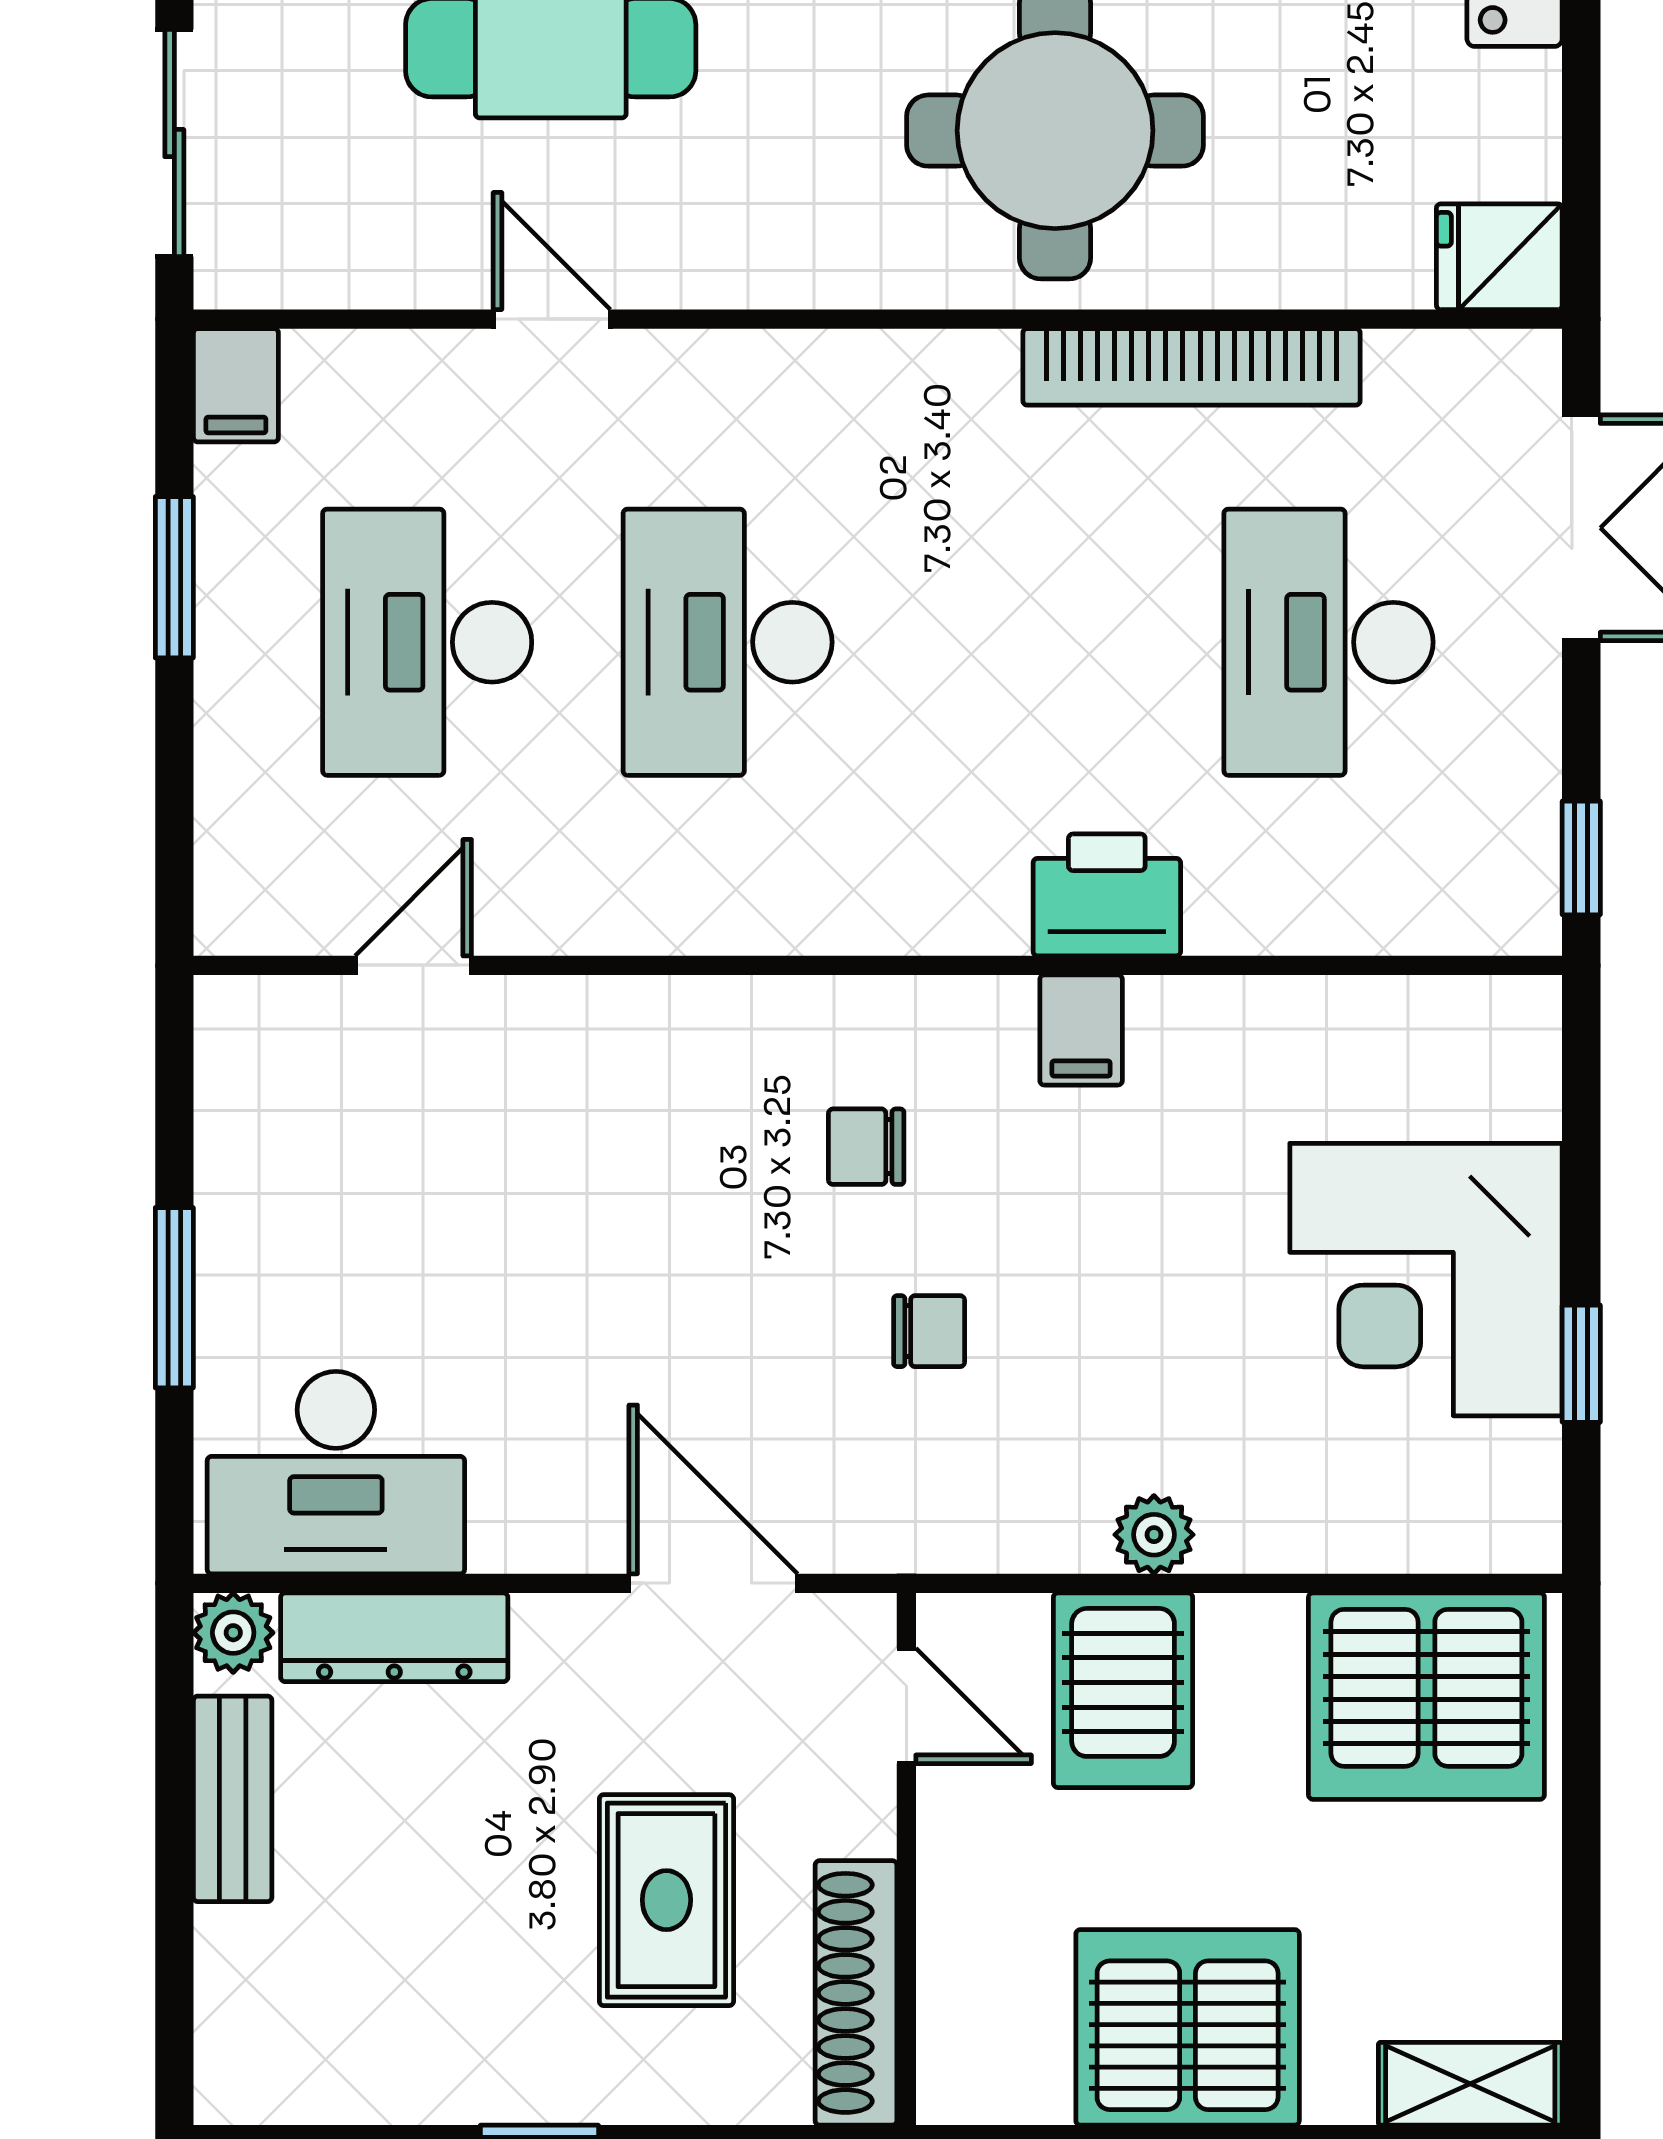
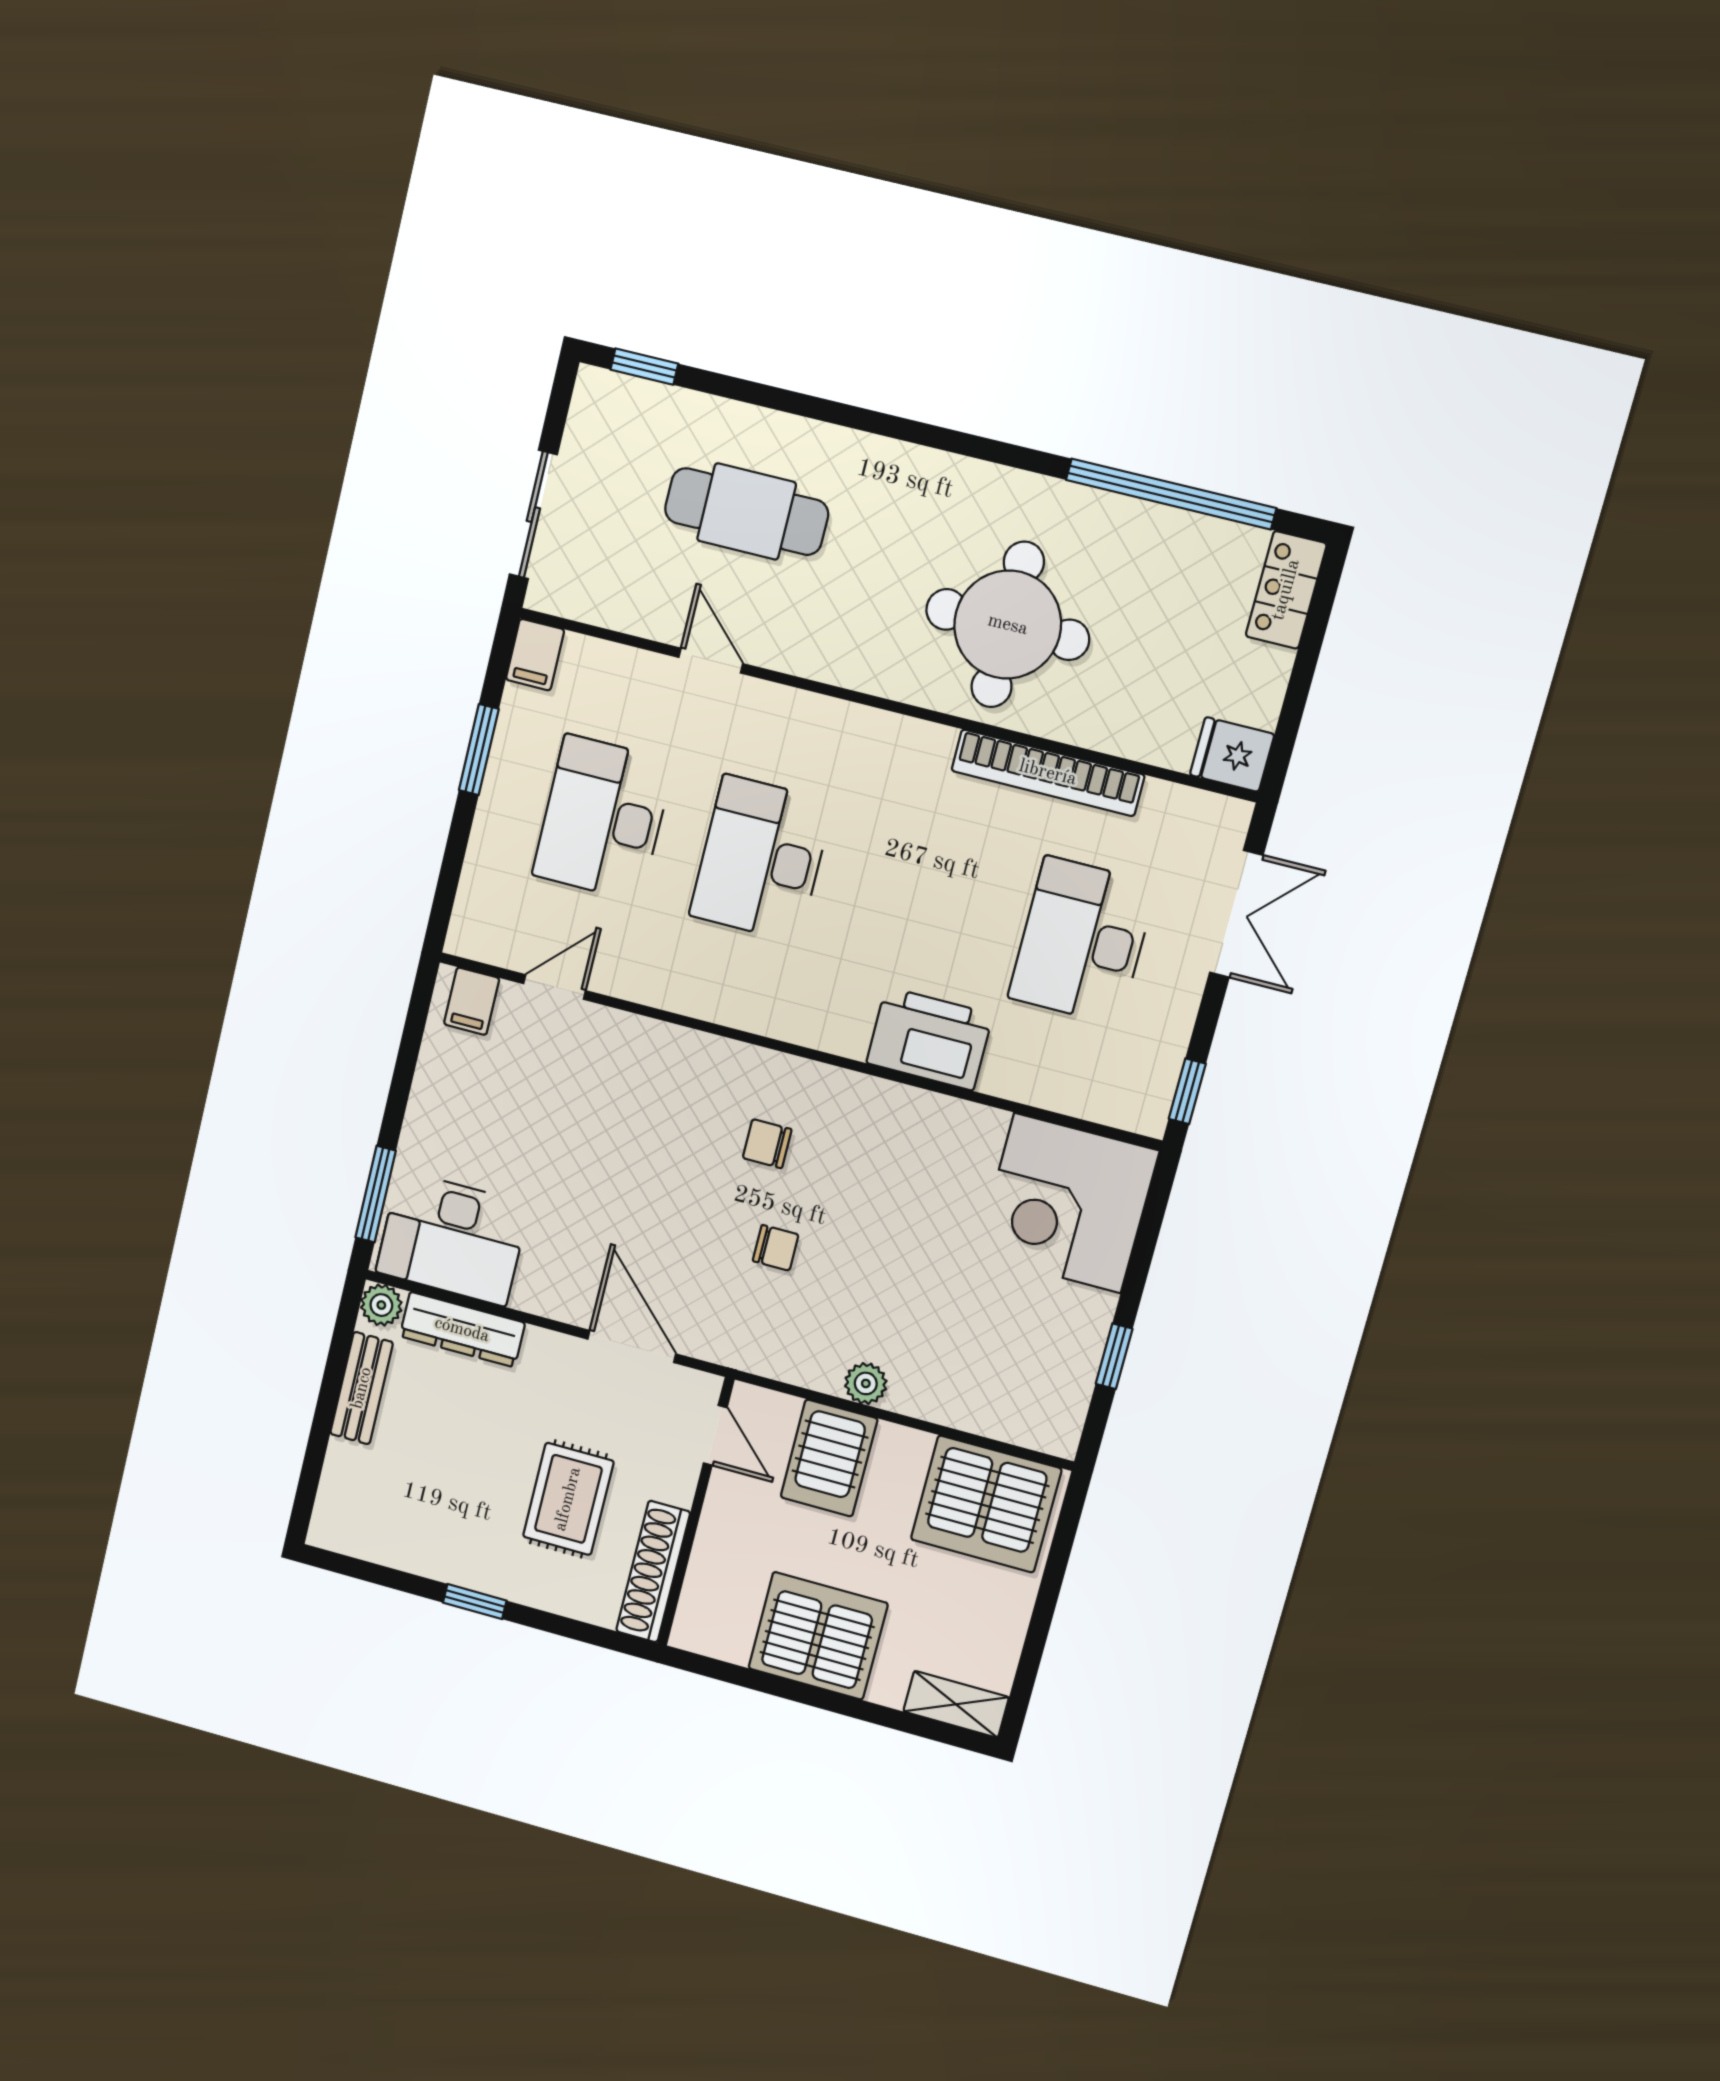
printer: (1107, 895) -> (930, 1039), width x1.37, depth x1.19
filing cabinet: (1081, 1030) -> (472, 1001), moved
corner desk: (1426, 1280) -> (1067, 1203), moved
window: (174, 1298) -> (376, 1194), moved

